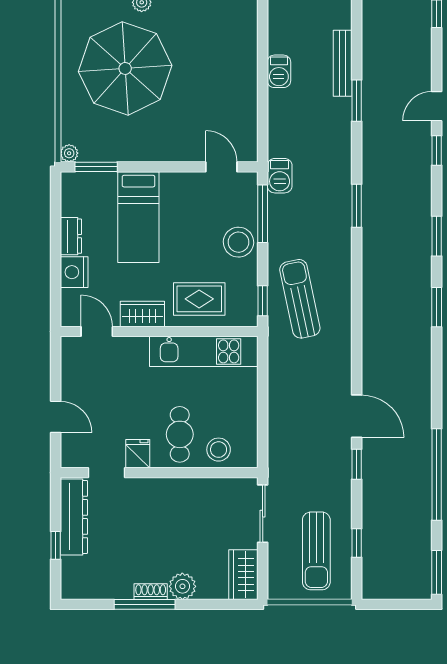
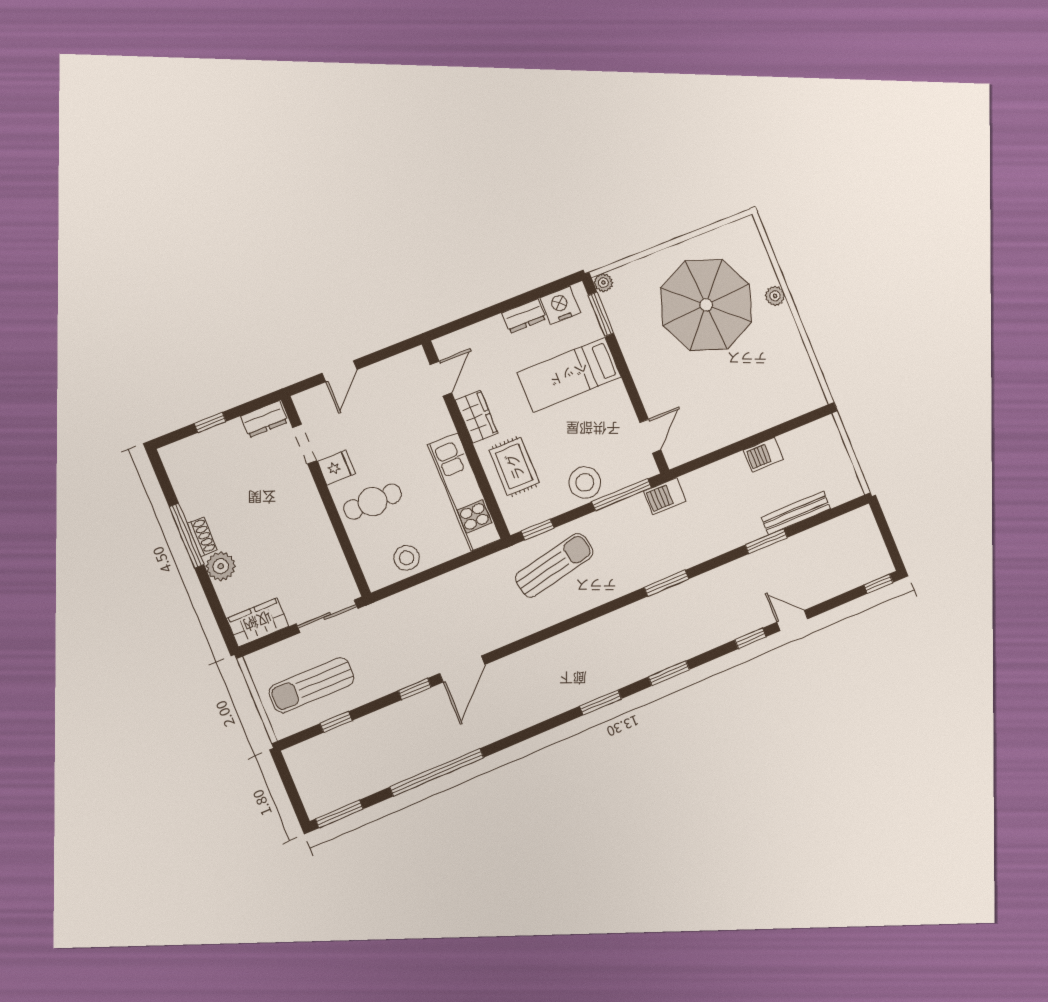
nightstand: (74, 272) -> (560, 305), moved
stool: (219, 450) -> (407, 558), moved
dresser: (74, 517) -> (264, 419), width x0.51, depth x0.80

